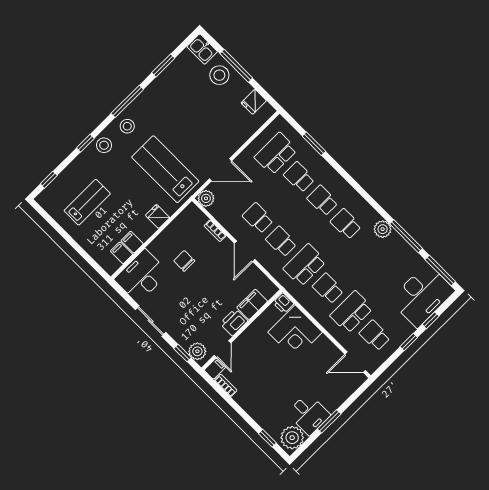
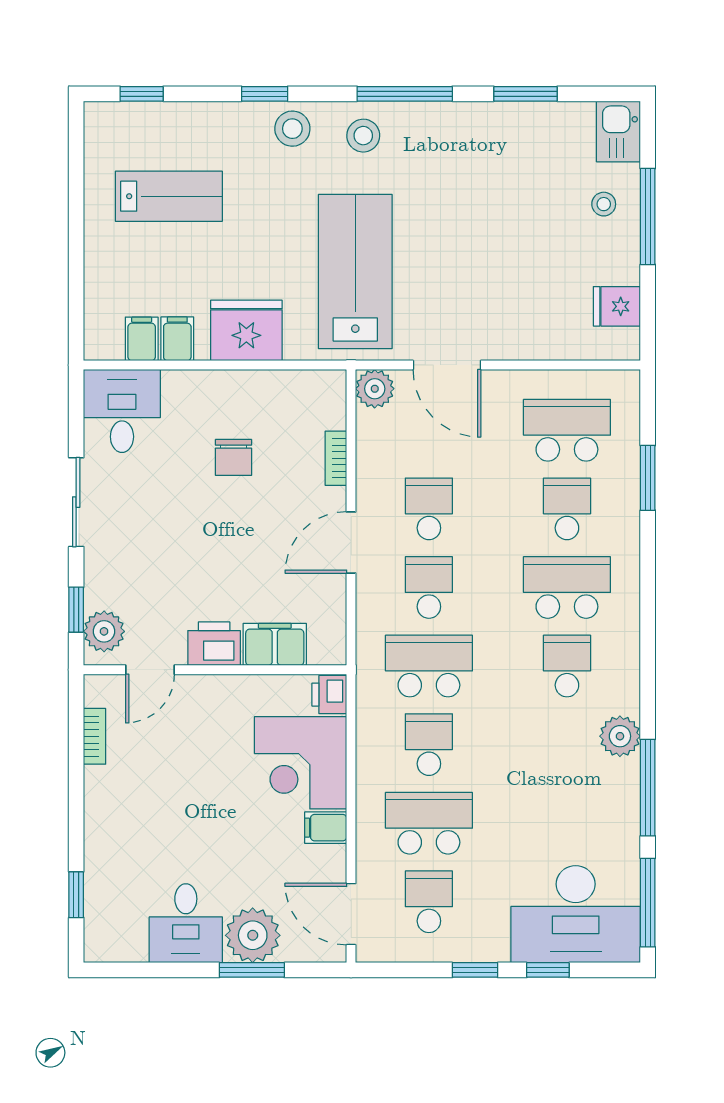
stool: (219, 75) -> (604, 204), width x0.53, depth x0.53
school desk: (322, 201) -> (567, 587), width x1.85
fridge: (158, 216) -> (246, 330), width x1.88, depth x1.34
chair: (184, 261) -> (233, 457), turned 180
desk: (141, 276) -> (122, 411), width x0.73
filing cabinet: (215, 369) -> (326, 828), moved, turned 180
window: (329, 421) -> (252, 970), moved
plant: (292, 438) -> (253, 935), moved

